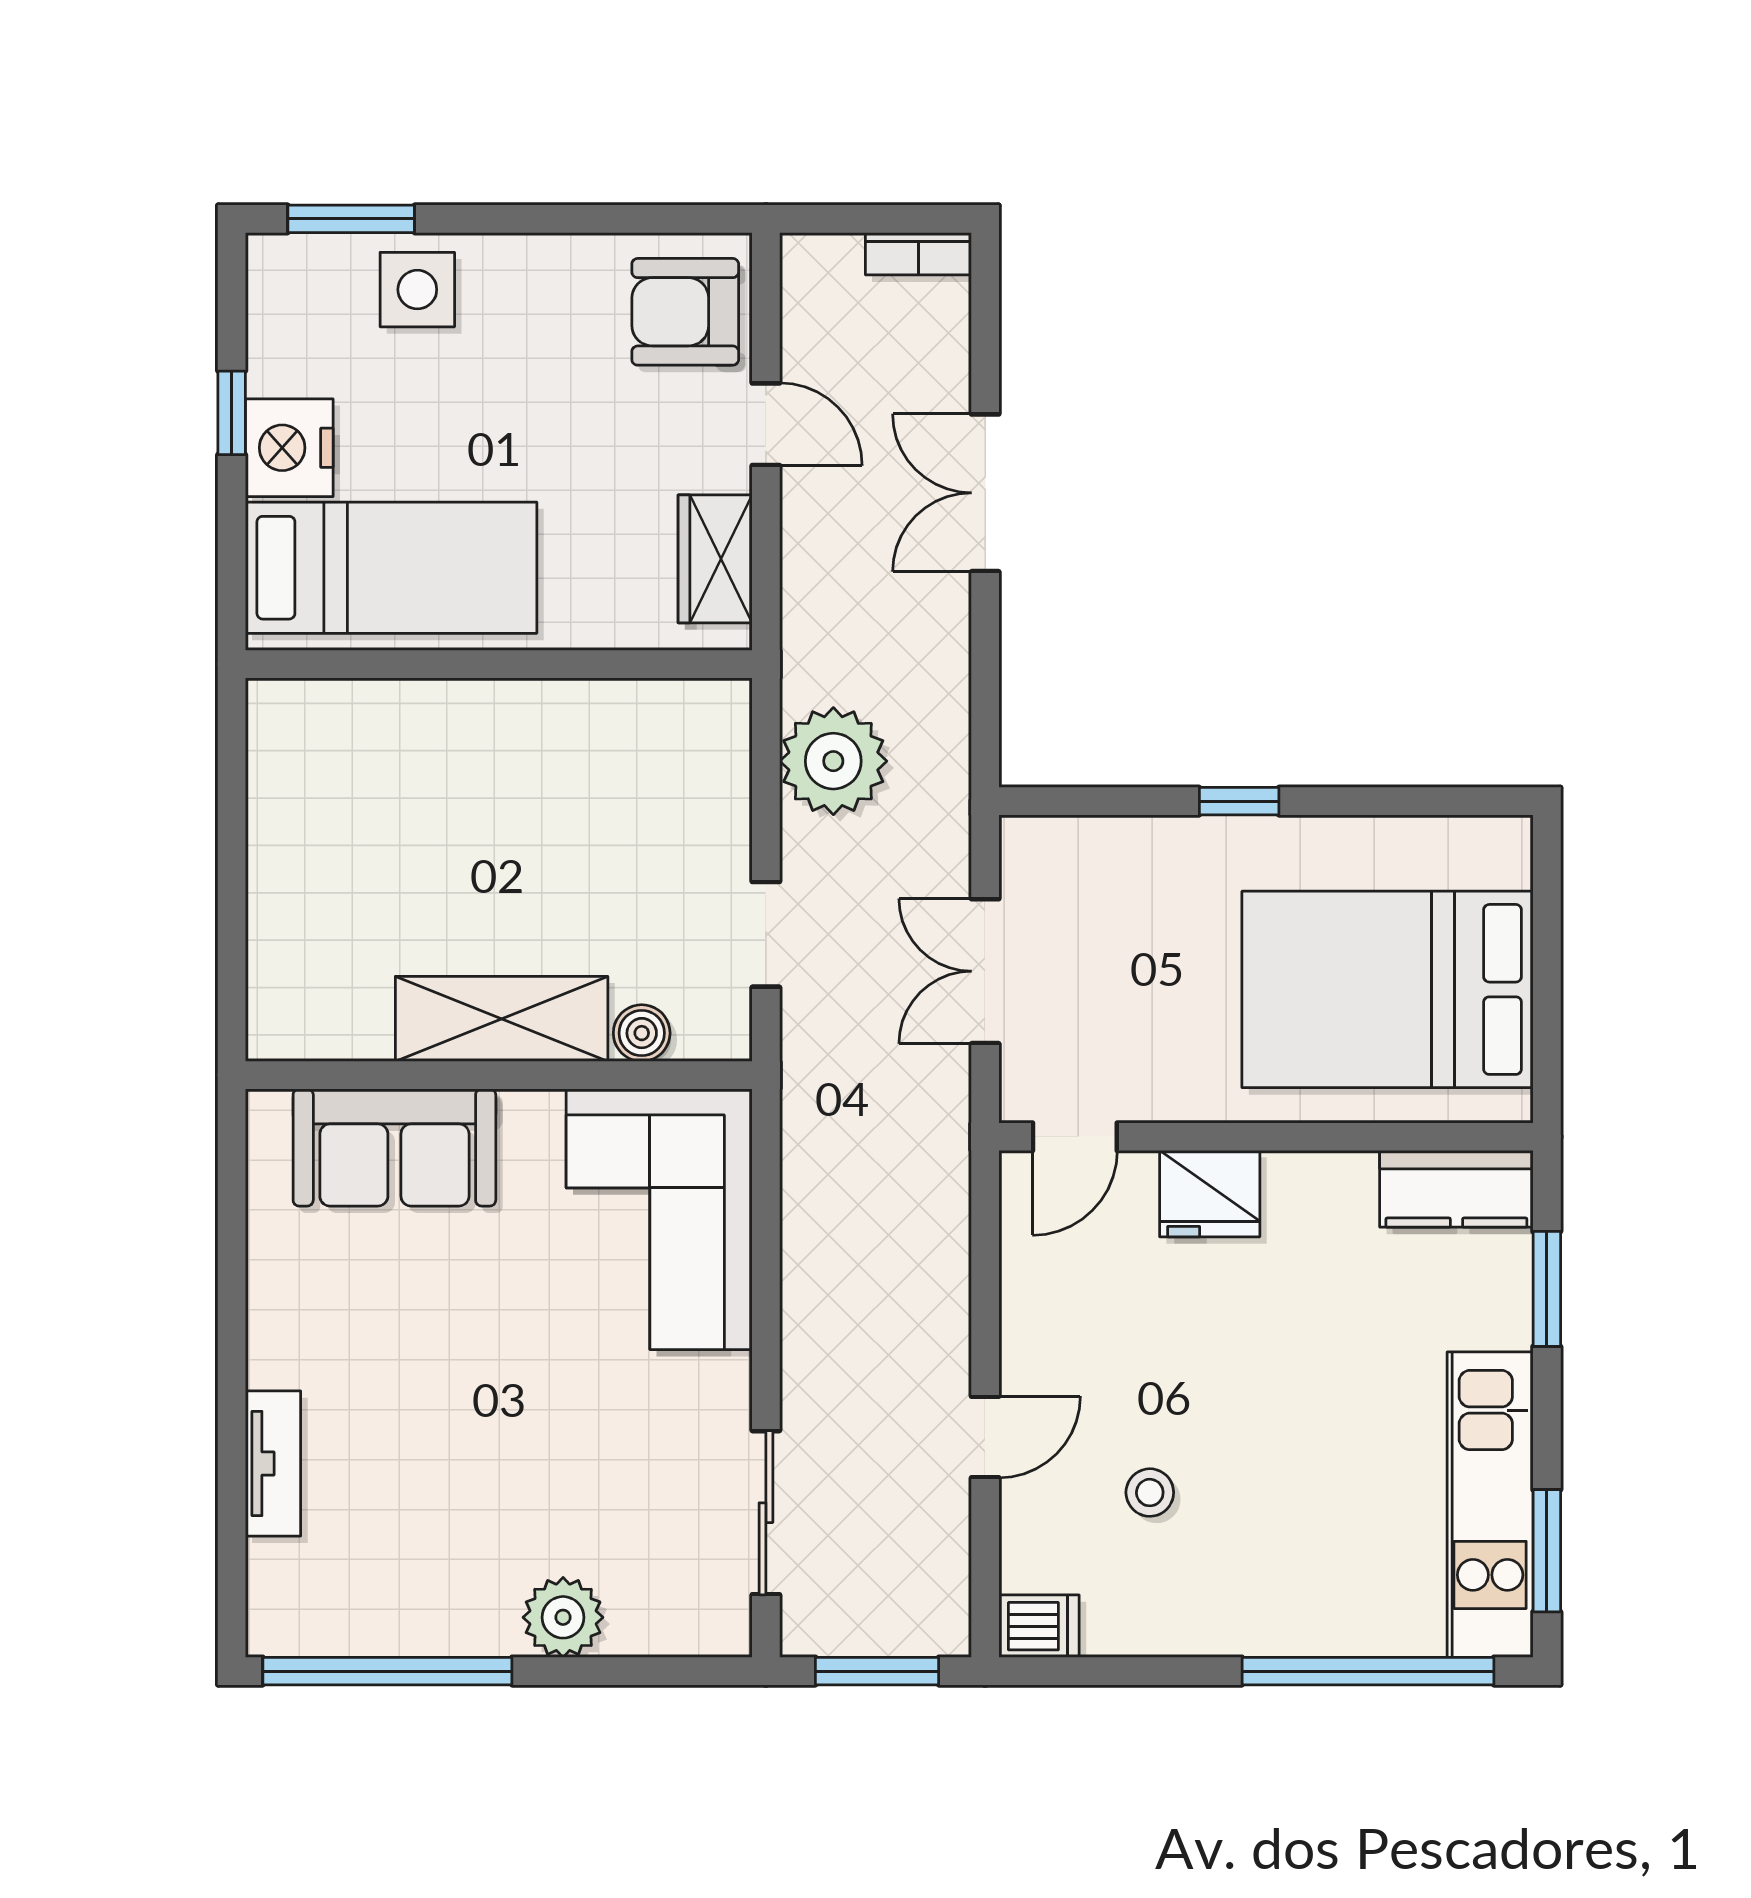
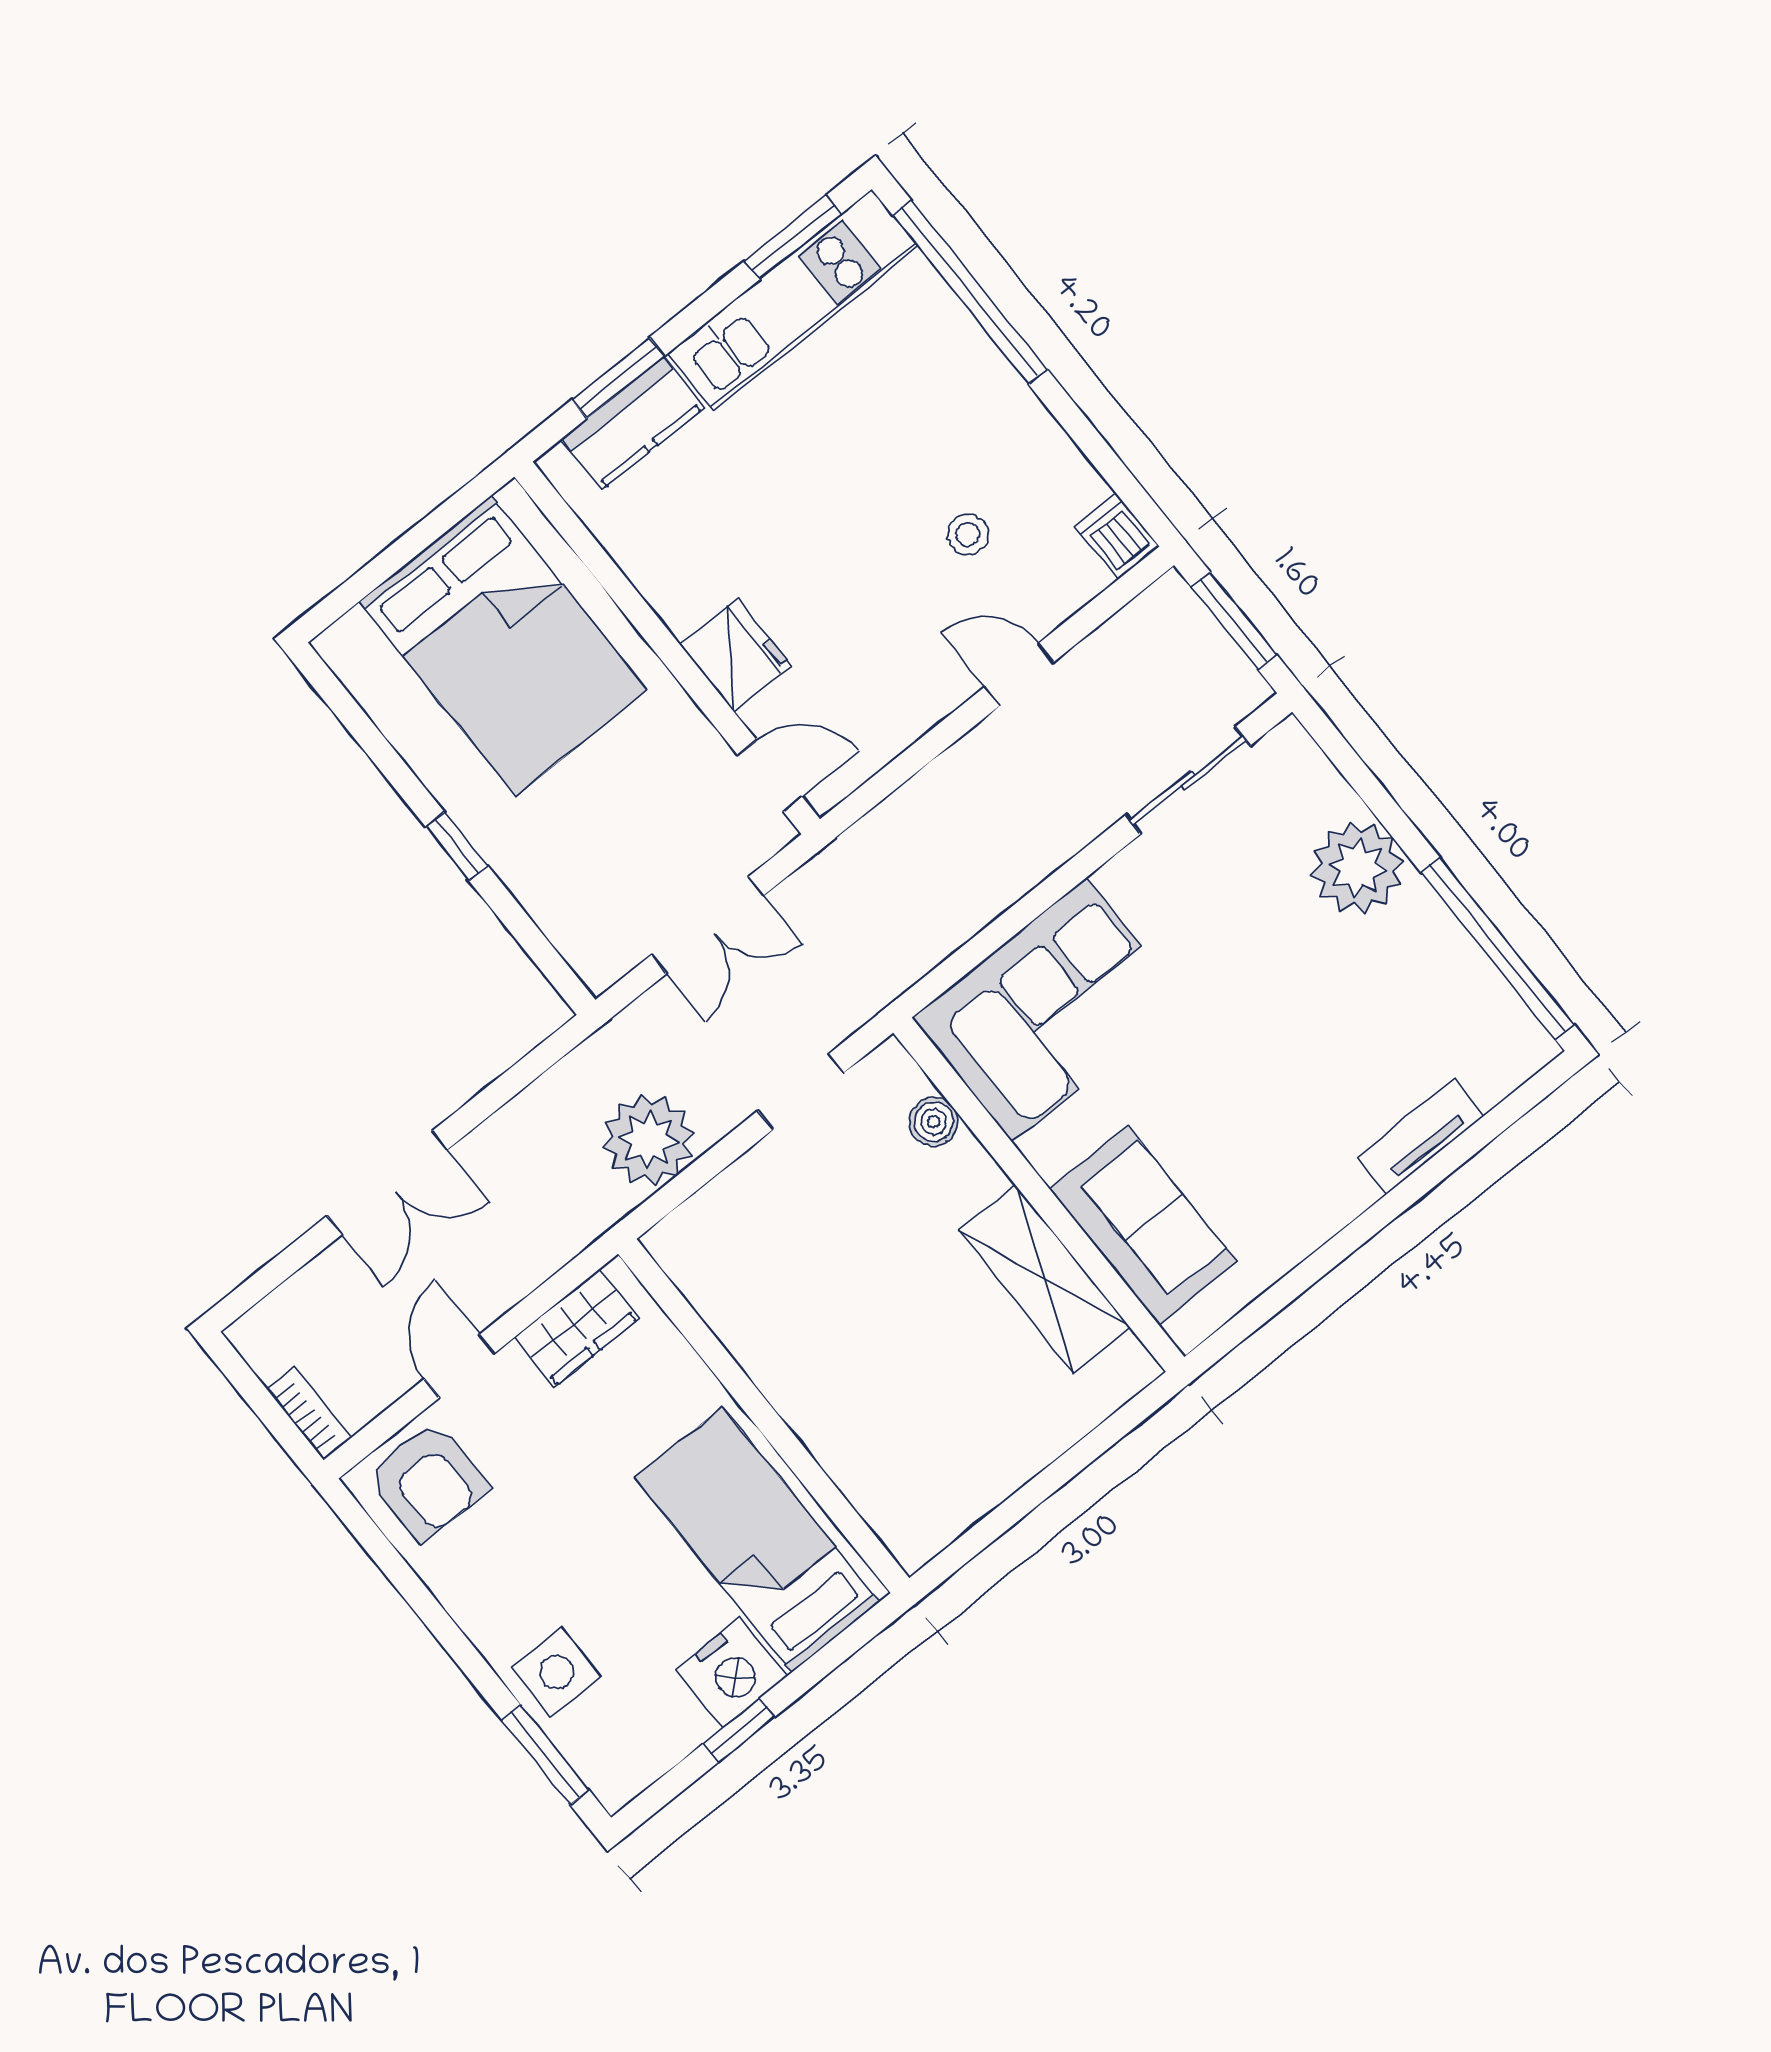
bookcase: (918, 254) -> (309, 1413), moved
shelving: (502, 1019) -> (1045, 1279), moved
kitchen counter: (1456, 1189) -> (633, 423), moved, turned 90
plant: (563, 1617) -> (1357, 868), width x1.36, depth x1.36

